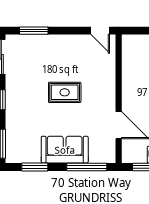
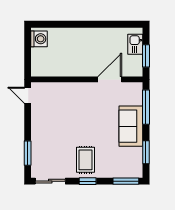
door: (100, 31) -> (28, 95), swing flipped
rug: (65, 92) -> (85, 160), moved

